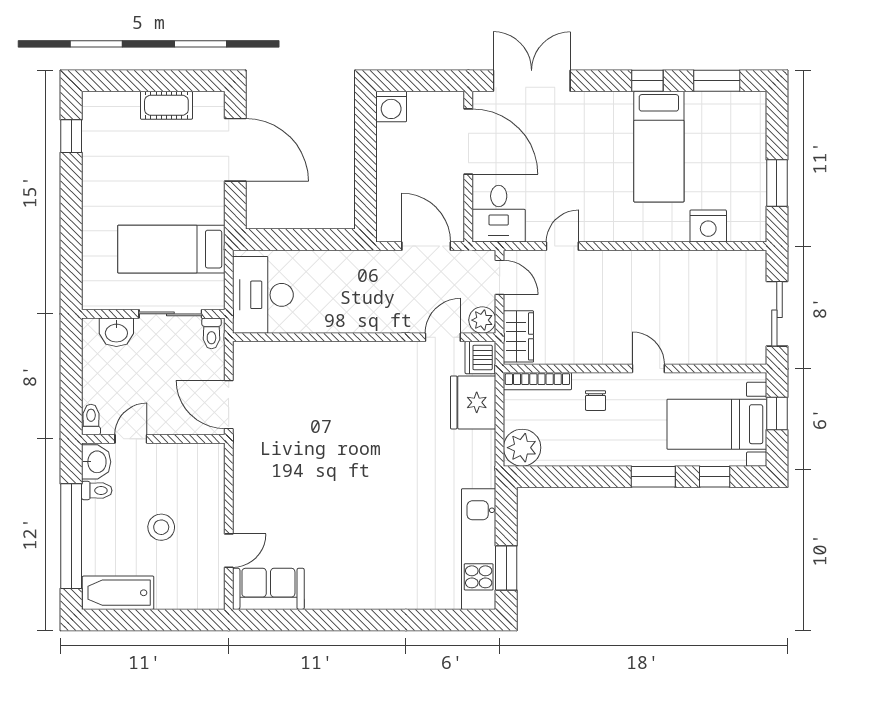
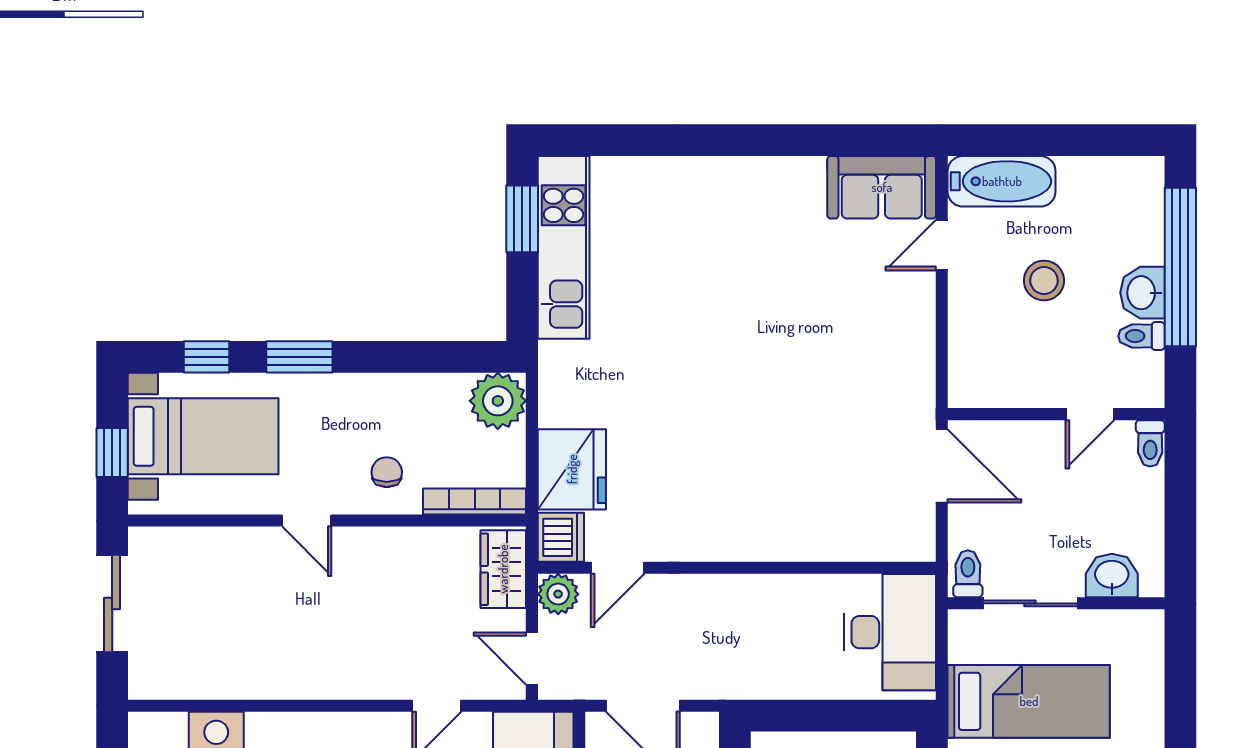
washbasin: (96, 462) -> (1142, 293), moved
bathtub: (118, 593) -> (1002, 181), moved

